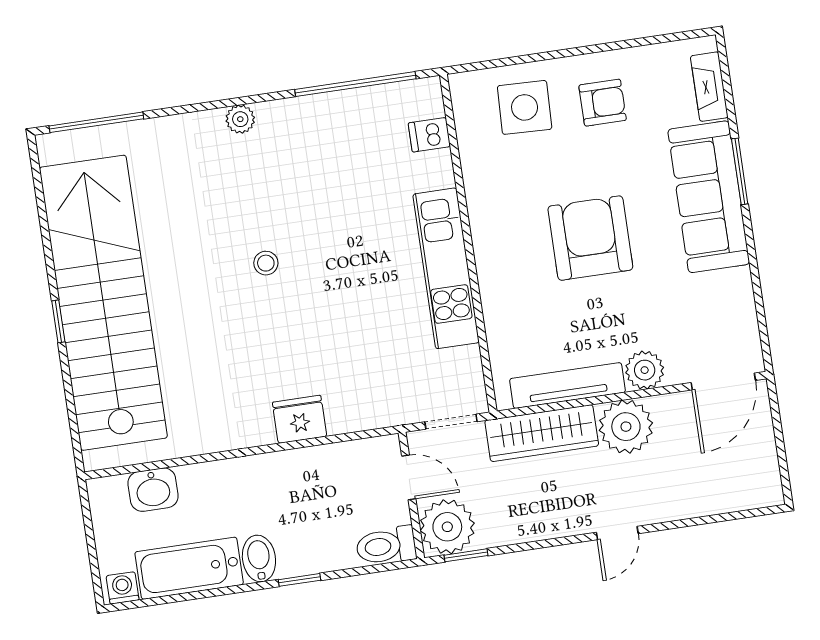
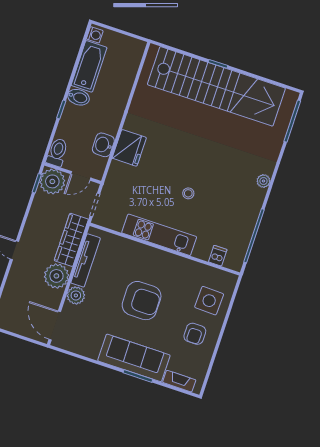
stool: (266, 263) -> (188, 193), moved
fridge: (300, 419) -> (129, 148), width x1.36, depth x1.34
washbasin: (153, 490) -> (103, 145), moved

